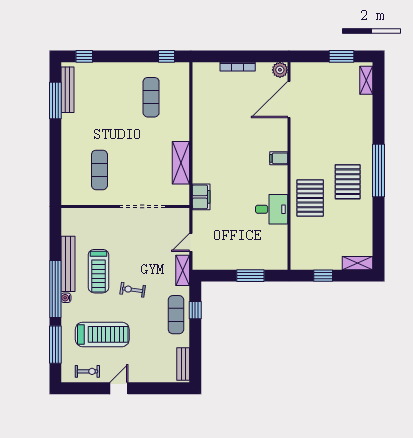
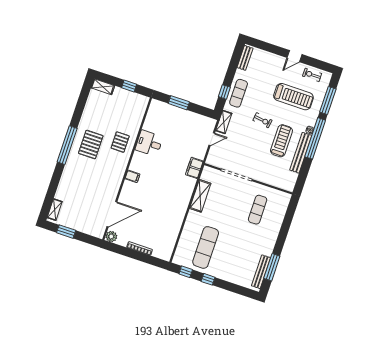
window: (84, 56) -> (208, 279), moved
exercise mat: (151, 97) -> (206, 247), width x1.36, depth x1.45
pallet: (310, 198) -> (120, 142), width x0.67, depth x0.71
treadmill: (102, 334) -> (293, 97), turned 180

